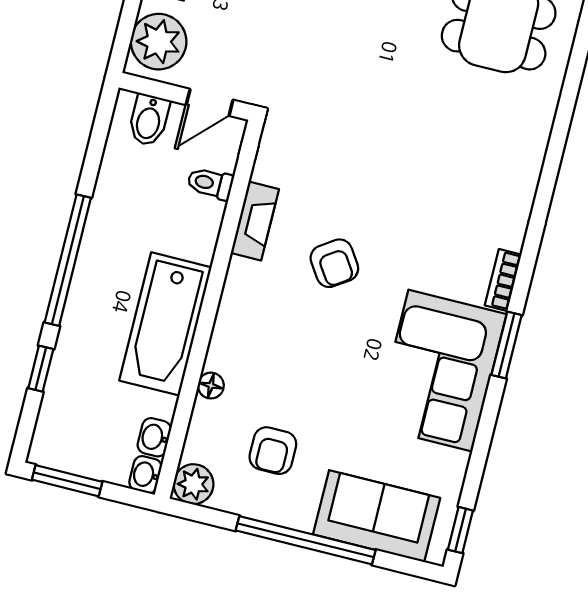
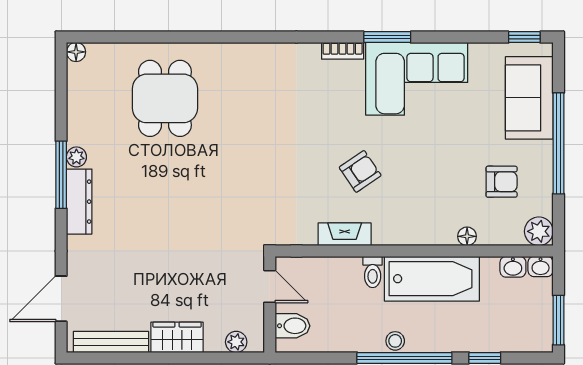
plant: (159, 42) -> (236, 342), width x0.53, depth x0.53
toilet: (210, 183) -> (373, 272), moved
stool: (94, 253) -> (395, 341), added

